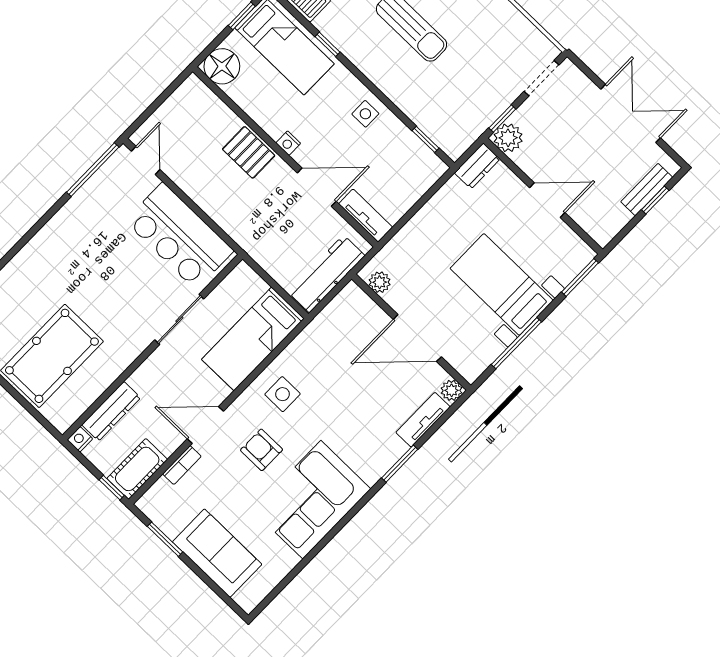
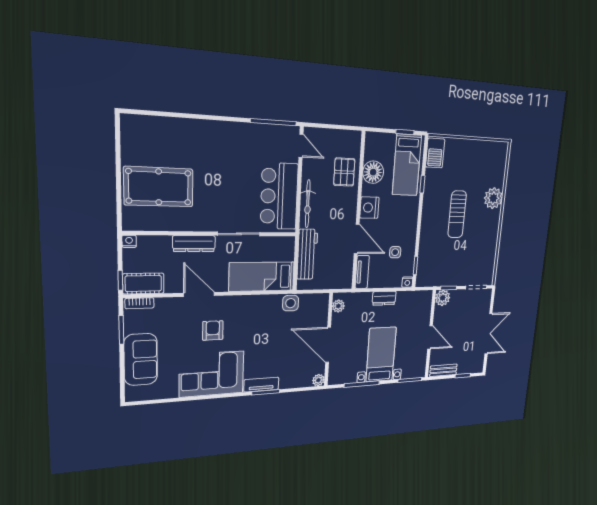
floor lamp: (222, 66) -> (373, 172), moved
side table: (365, 114) -> (395, 252), moved
nightstand: (288, 143) -> (369, 208), width x1.89, depth x1.79
pallet: (249, 152) -> (344, 172), moved
door: (146, 160) -> (301, 146), hinge flipped
dresser: (477, 166) -> (384, 298), moved
nightstand: (437, 168) -> (407, 282), added
bench: (647, 189) -> (443, 370), moved
bicycle: (218, 210) -> (308, 204), added
workbench: (327, 274) -> (307, 254), moved, turned 90
side table: (283, 394) -> (291, 303), moved
dresser: (111, 411) -> (194, 244), moved
tv unit: (423, 420) -> (261, 385), moved
bookcase: (182, 465) -> (139, 303), moved

